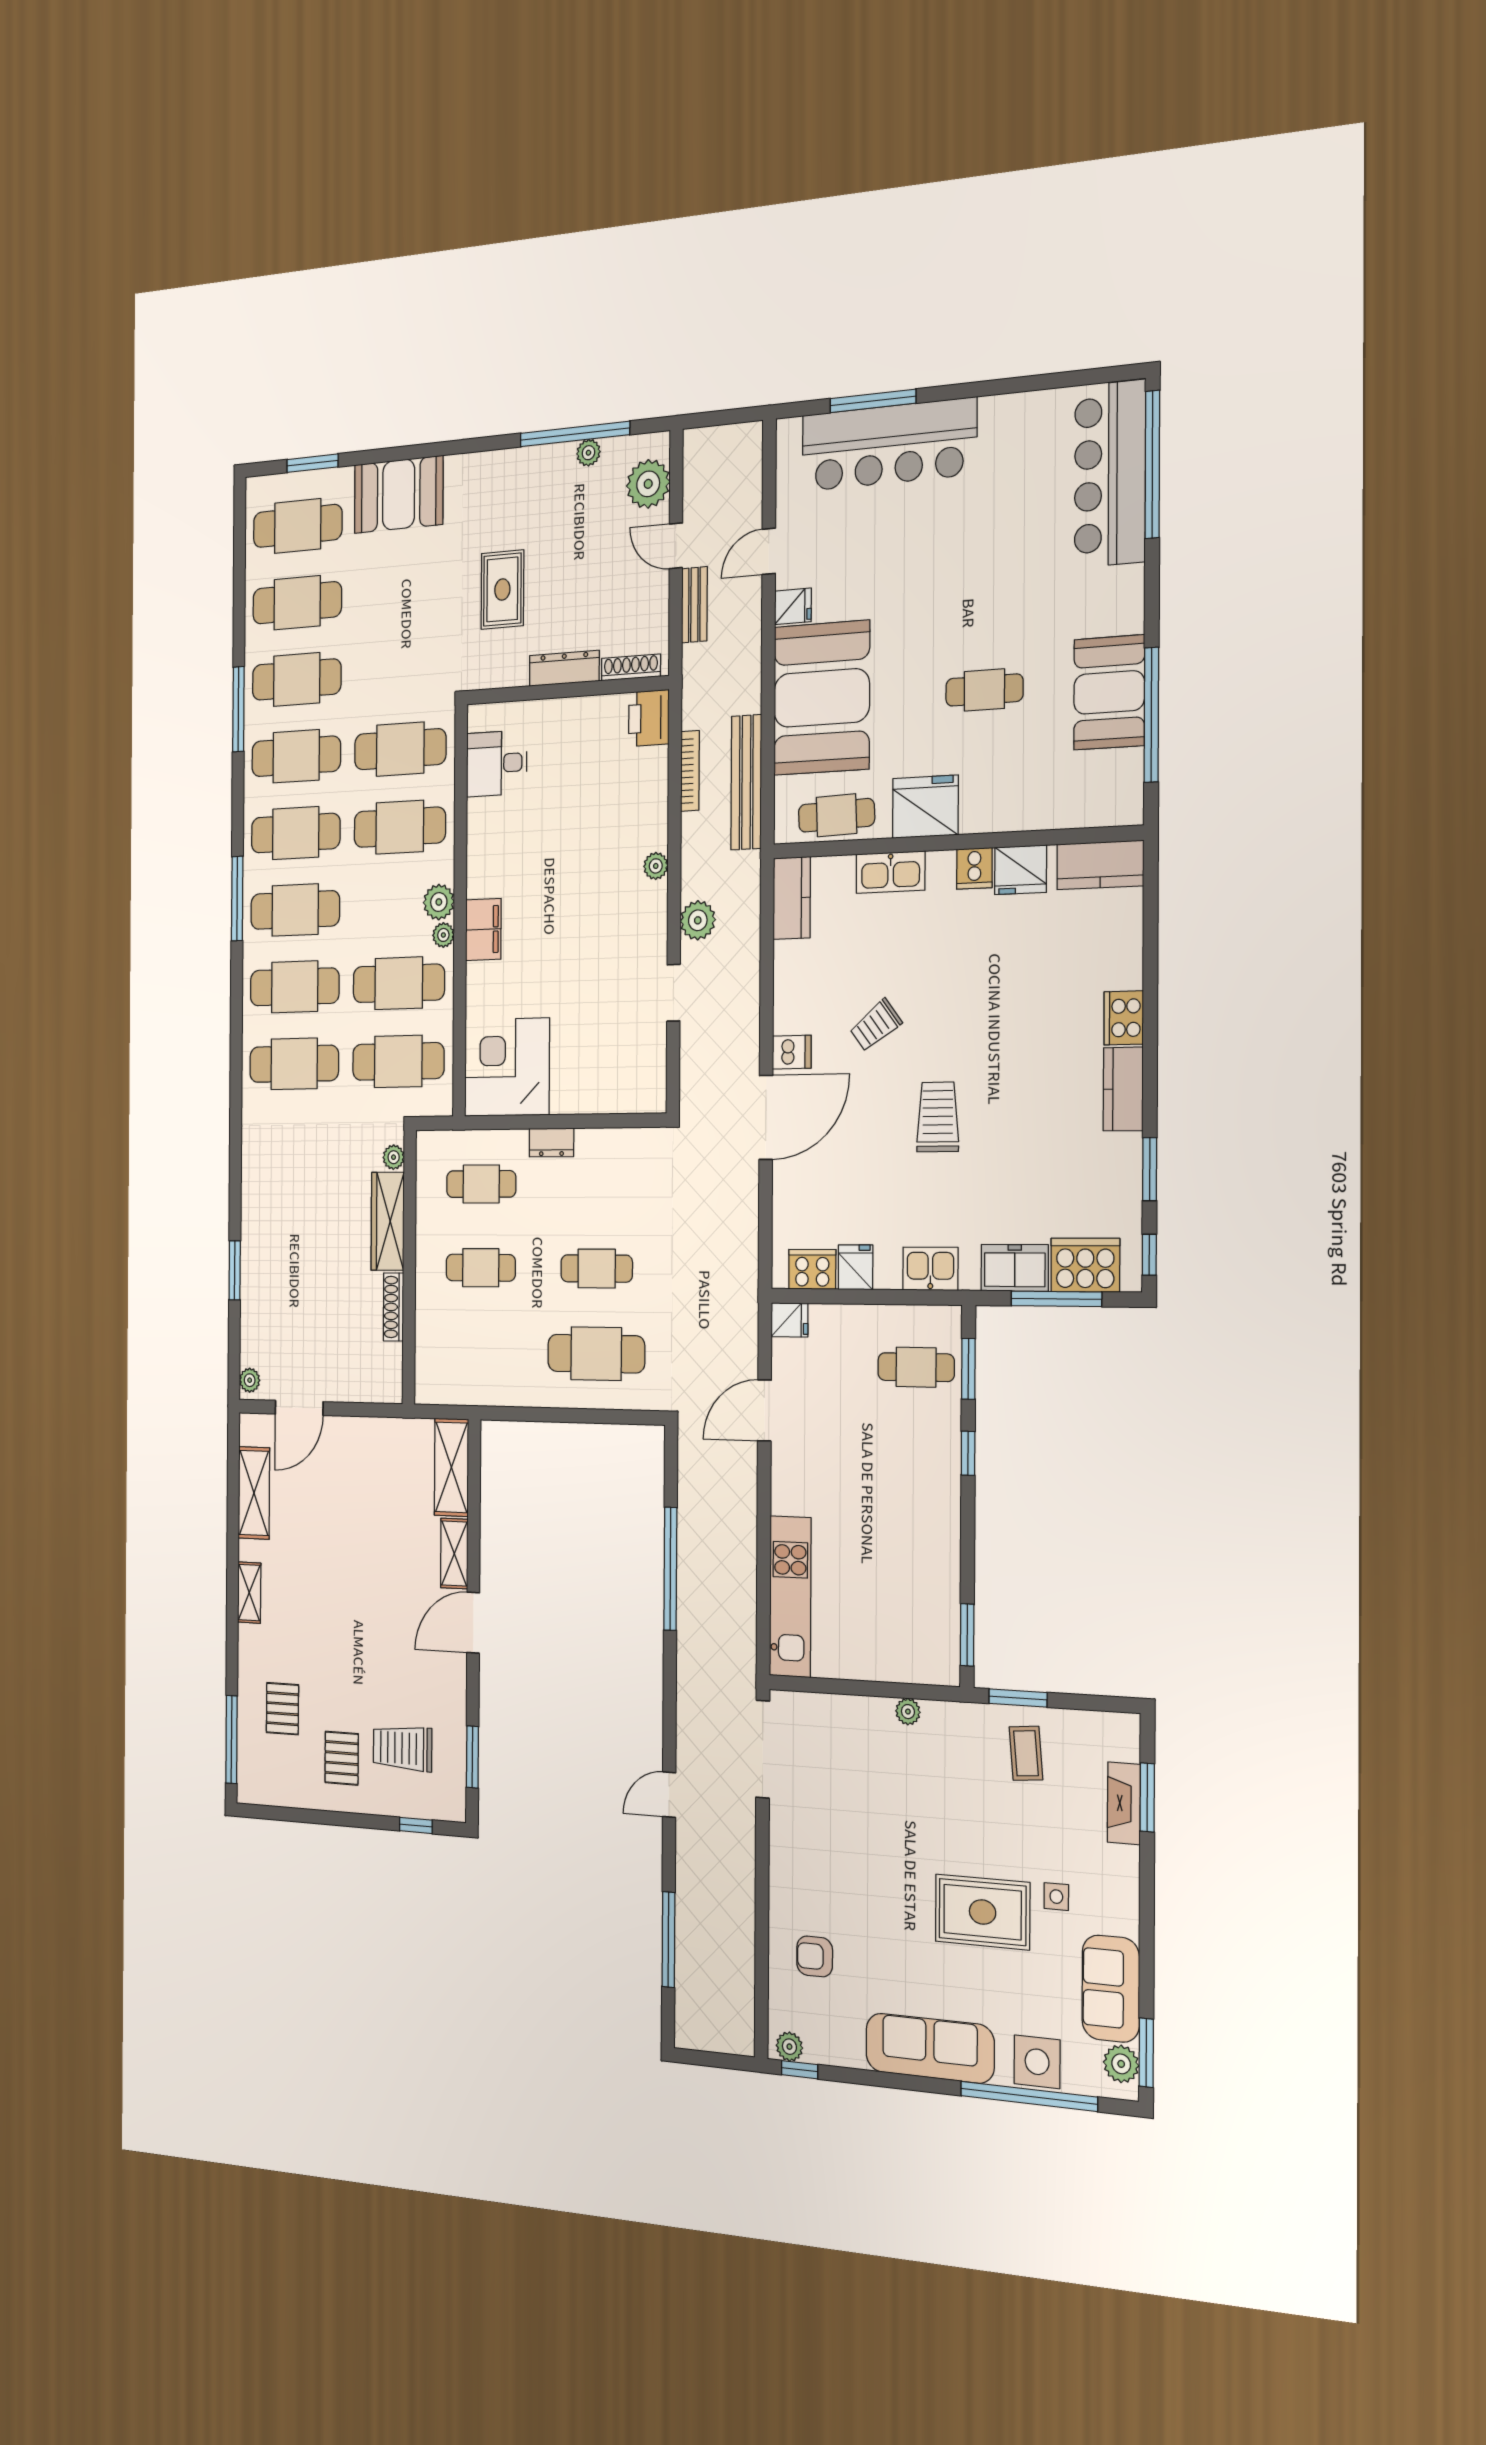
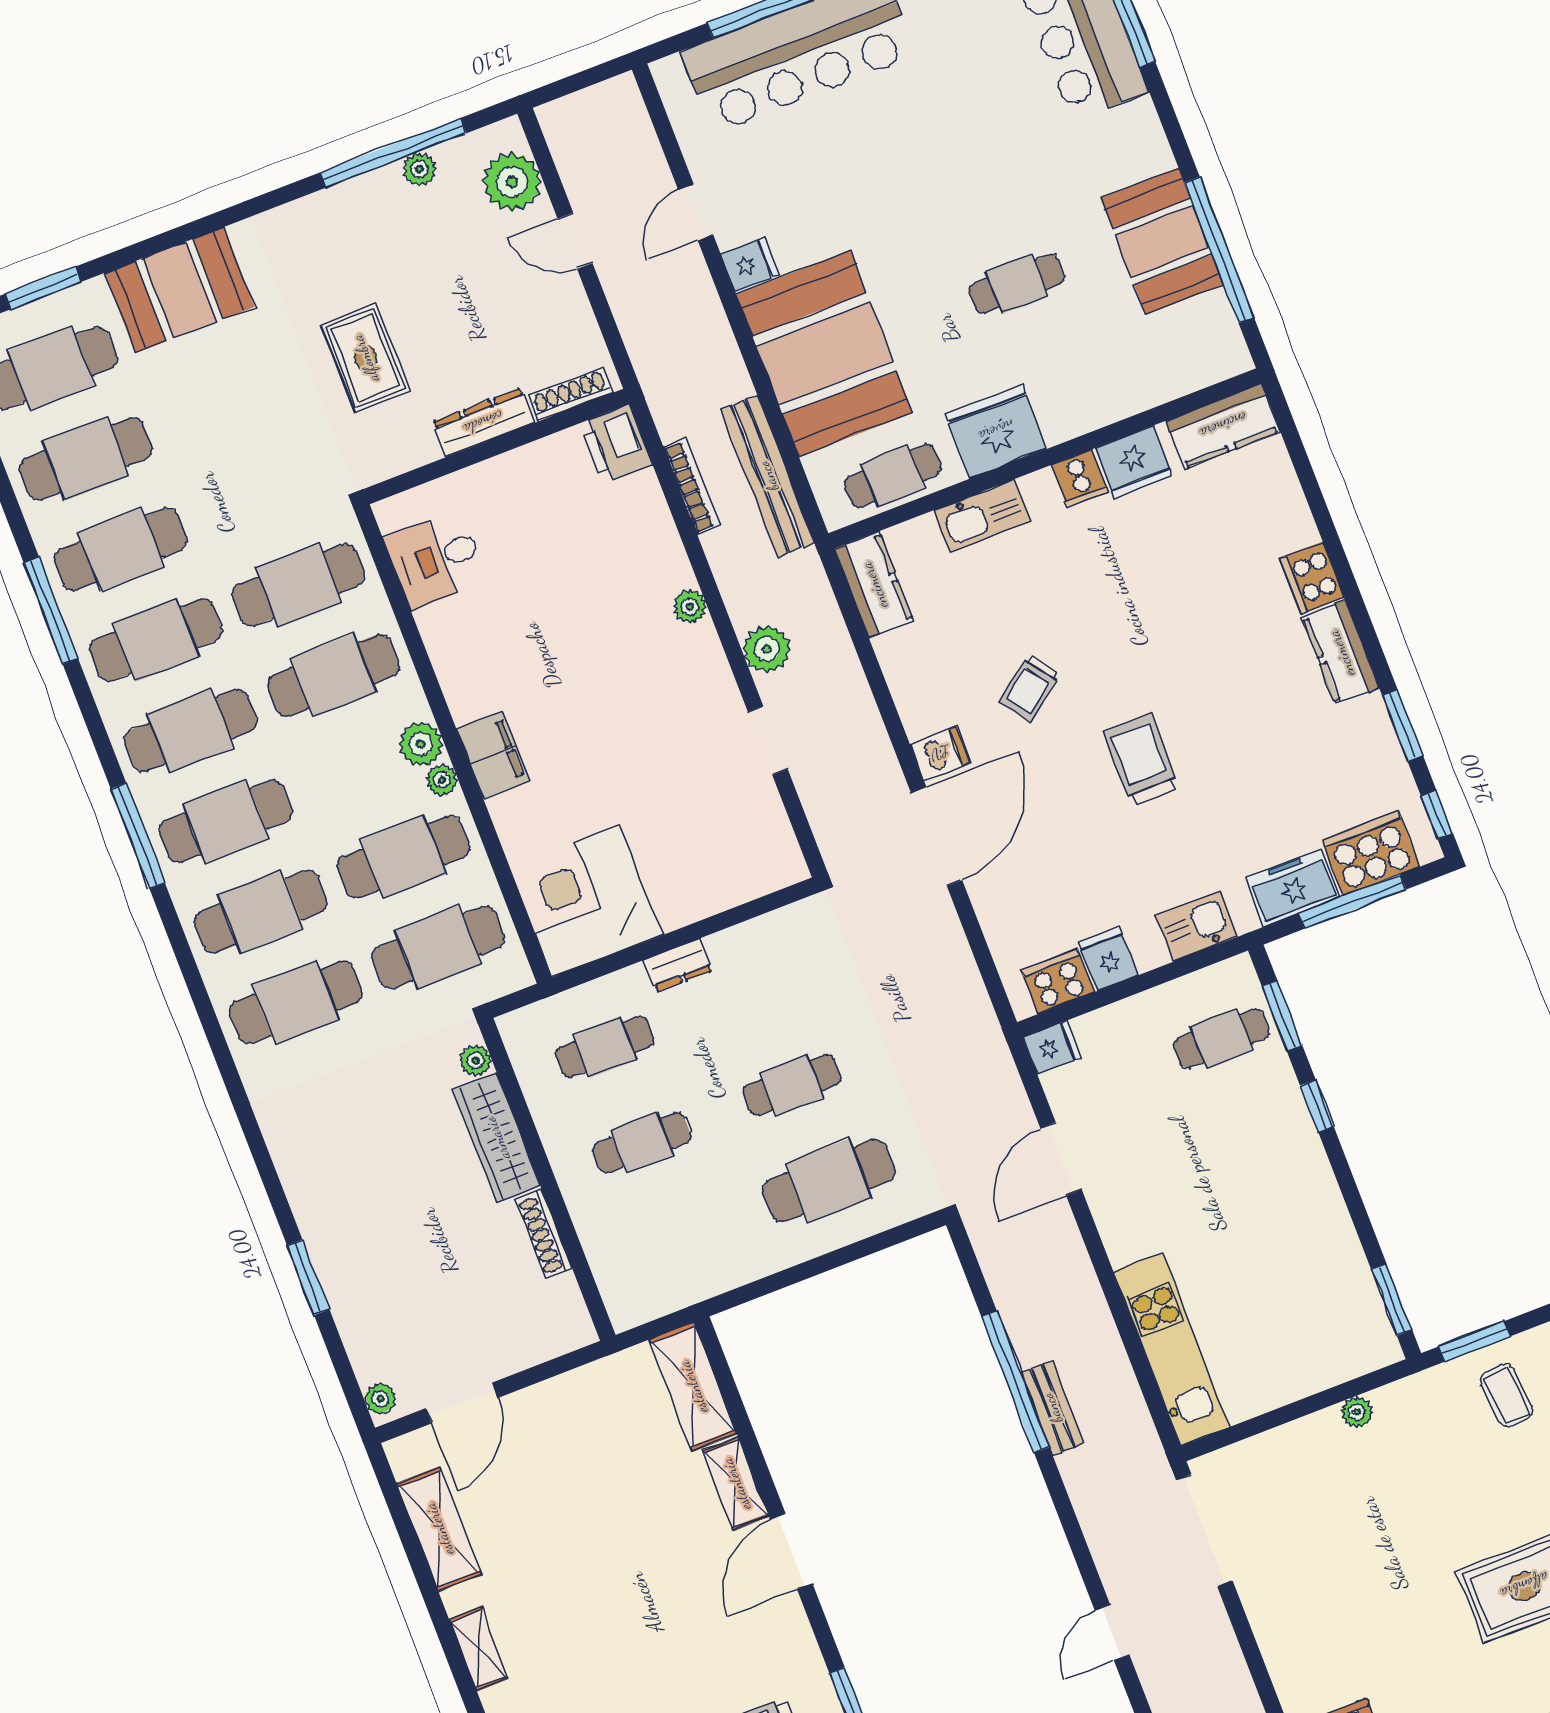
bench: (694, 605) -> (1052, 1408), moved

